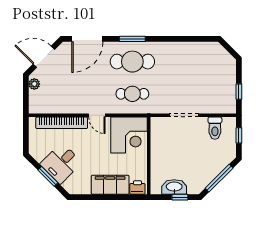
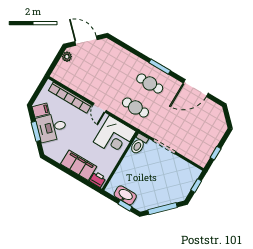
door: (87, 39) -> (196, 88), moved
cafe table: (132, 62) -> (150, 83), width x0.73, depth x0.74
toilet: (215, 128) -> (139, 144), moved
filing cabinet: (40, 152) -> (41, 110), added

